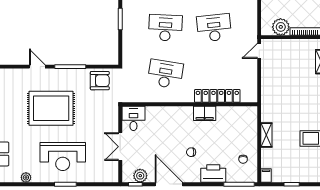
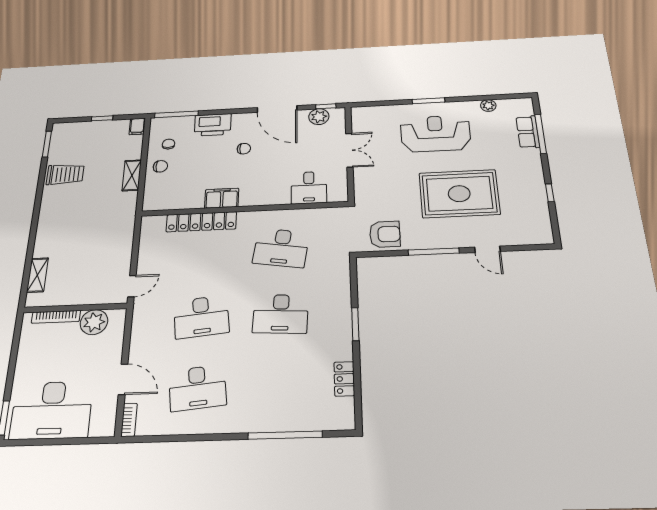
armchair: (100, 81) -> (385, 234), turned 180
desk: (133, 118) -> (309, 188), moved
chair: (247, 141) -> (160, 166), added

